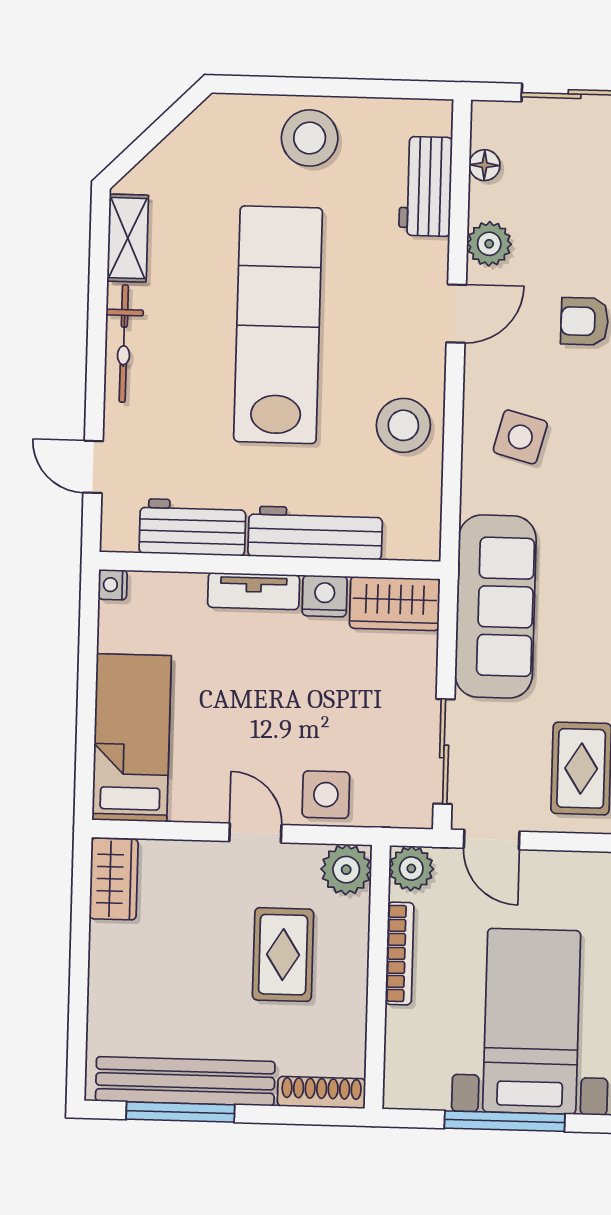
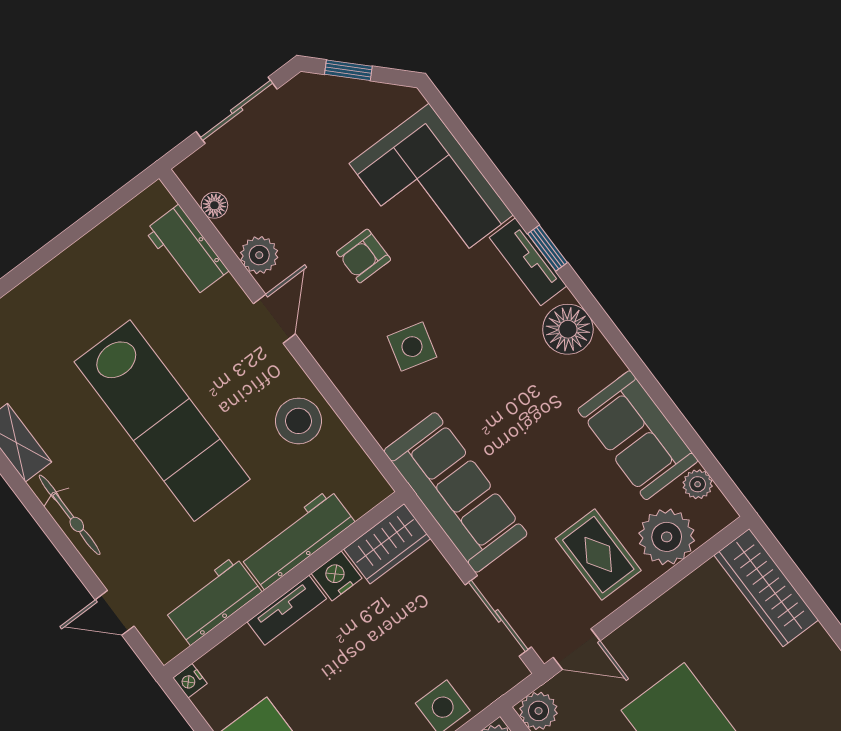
stool: (310, 138) -> (84, 280), removed
lab bench: (278, 325) -> (162, 421), turned 180
side table: (520, 437) -> (412, 347), moved

